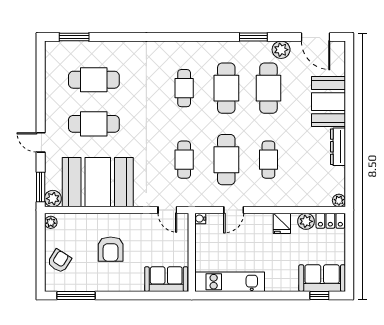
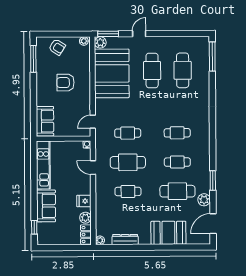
window: (74, 37) -> (212, 57), width x1.44
cafe table: (226, 88) -> (177, 162), width x0.73, depth x0.74
dresser: (338, 147) -> (125, 240), moved
sofa: (322, 278) -> (46, 206), moved

